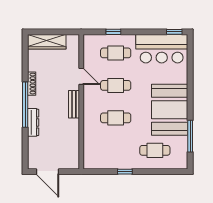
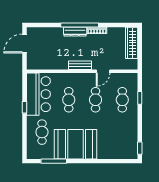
bar counter: (162, 49) -> (38, 94), moved, turned 180
dresser: (33, 122) -> (75, 32), moved

